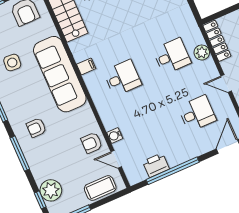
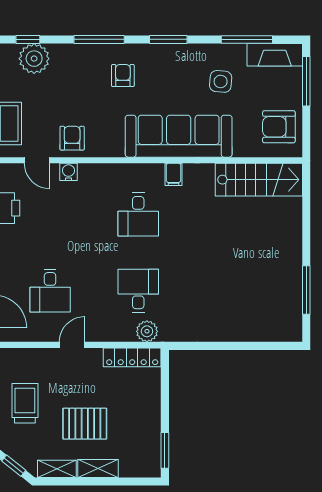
plant: (202, 52) -> (147, 331), moved
desk: (172, 56) -> (138, 291), turned 180
door: (116, 159) -> (37, 160), swing flipped

